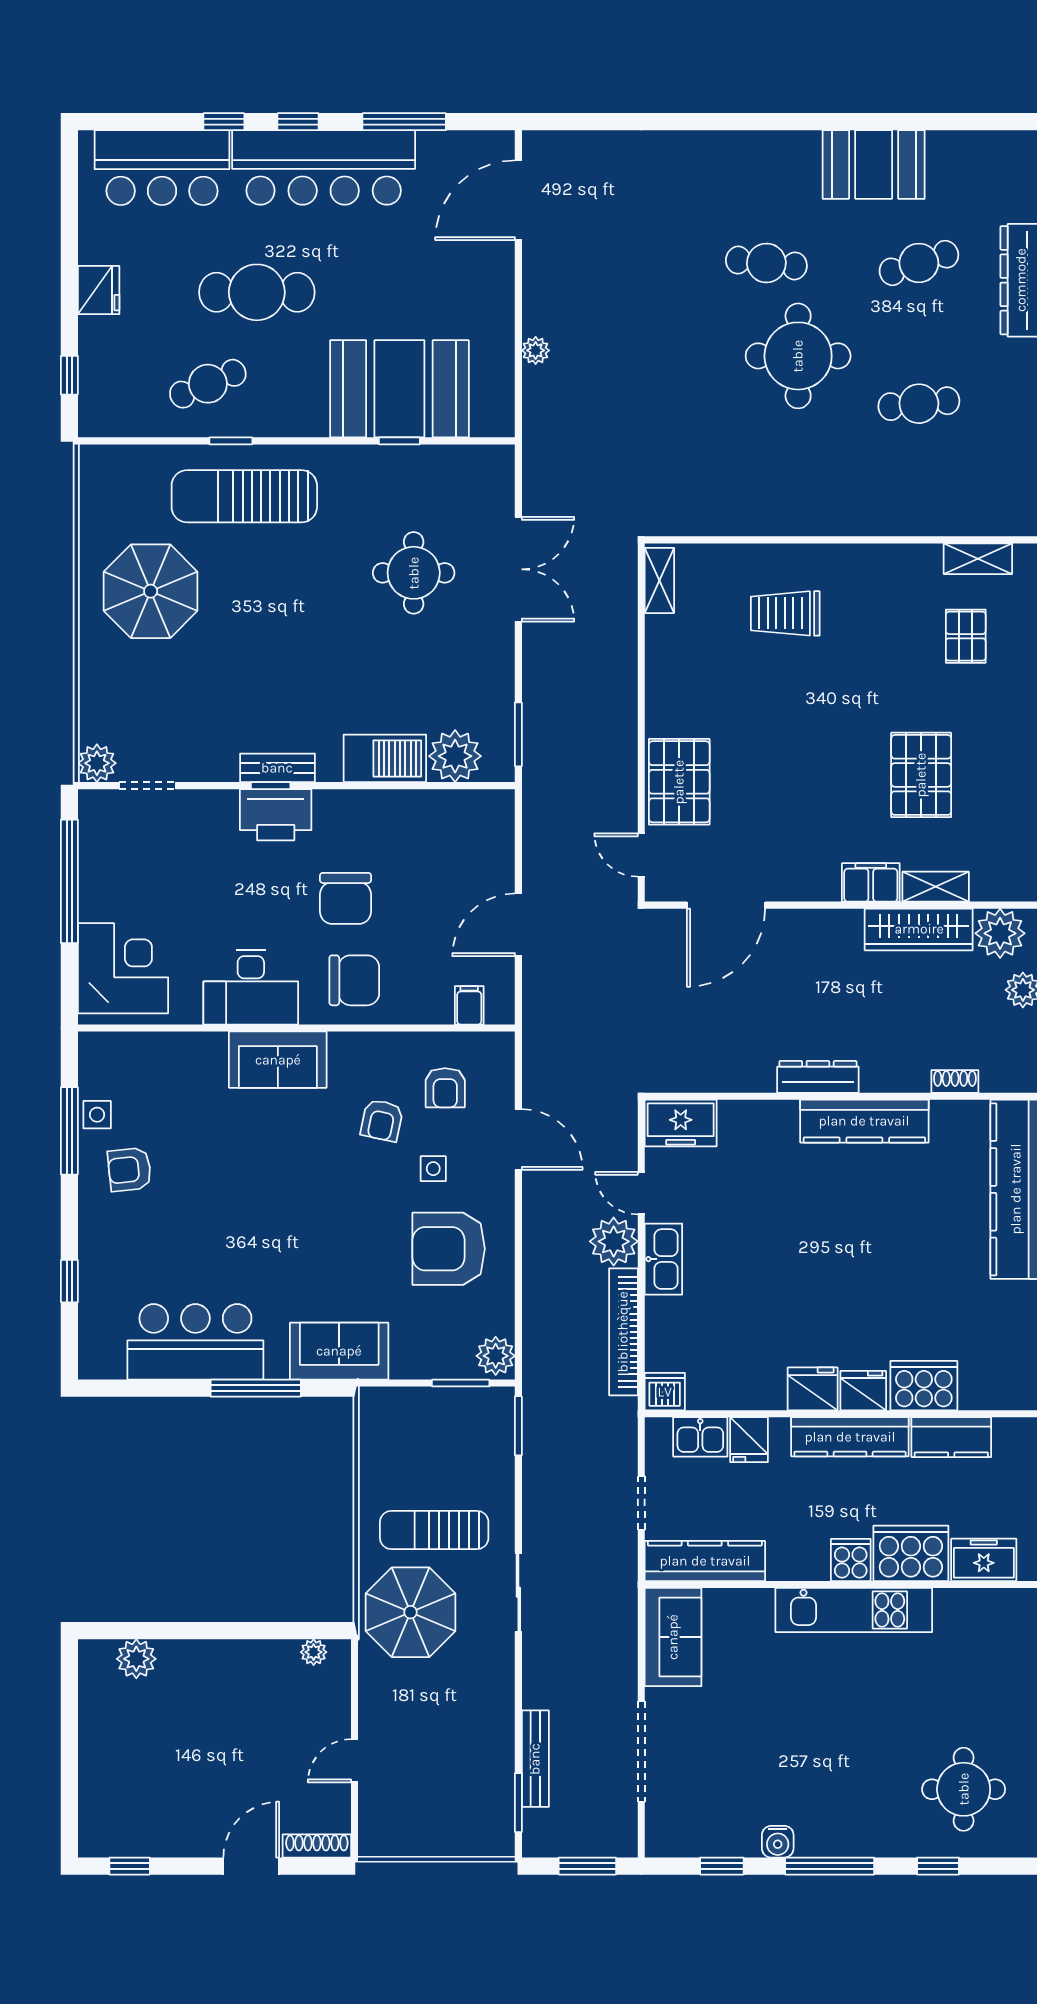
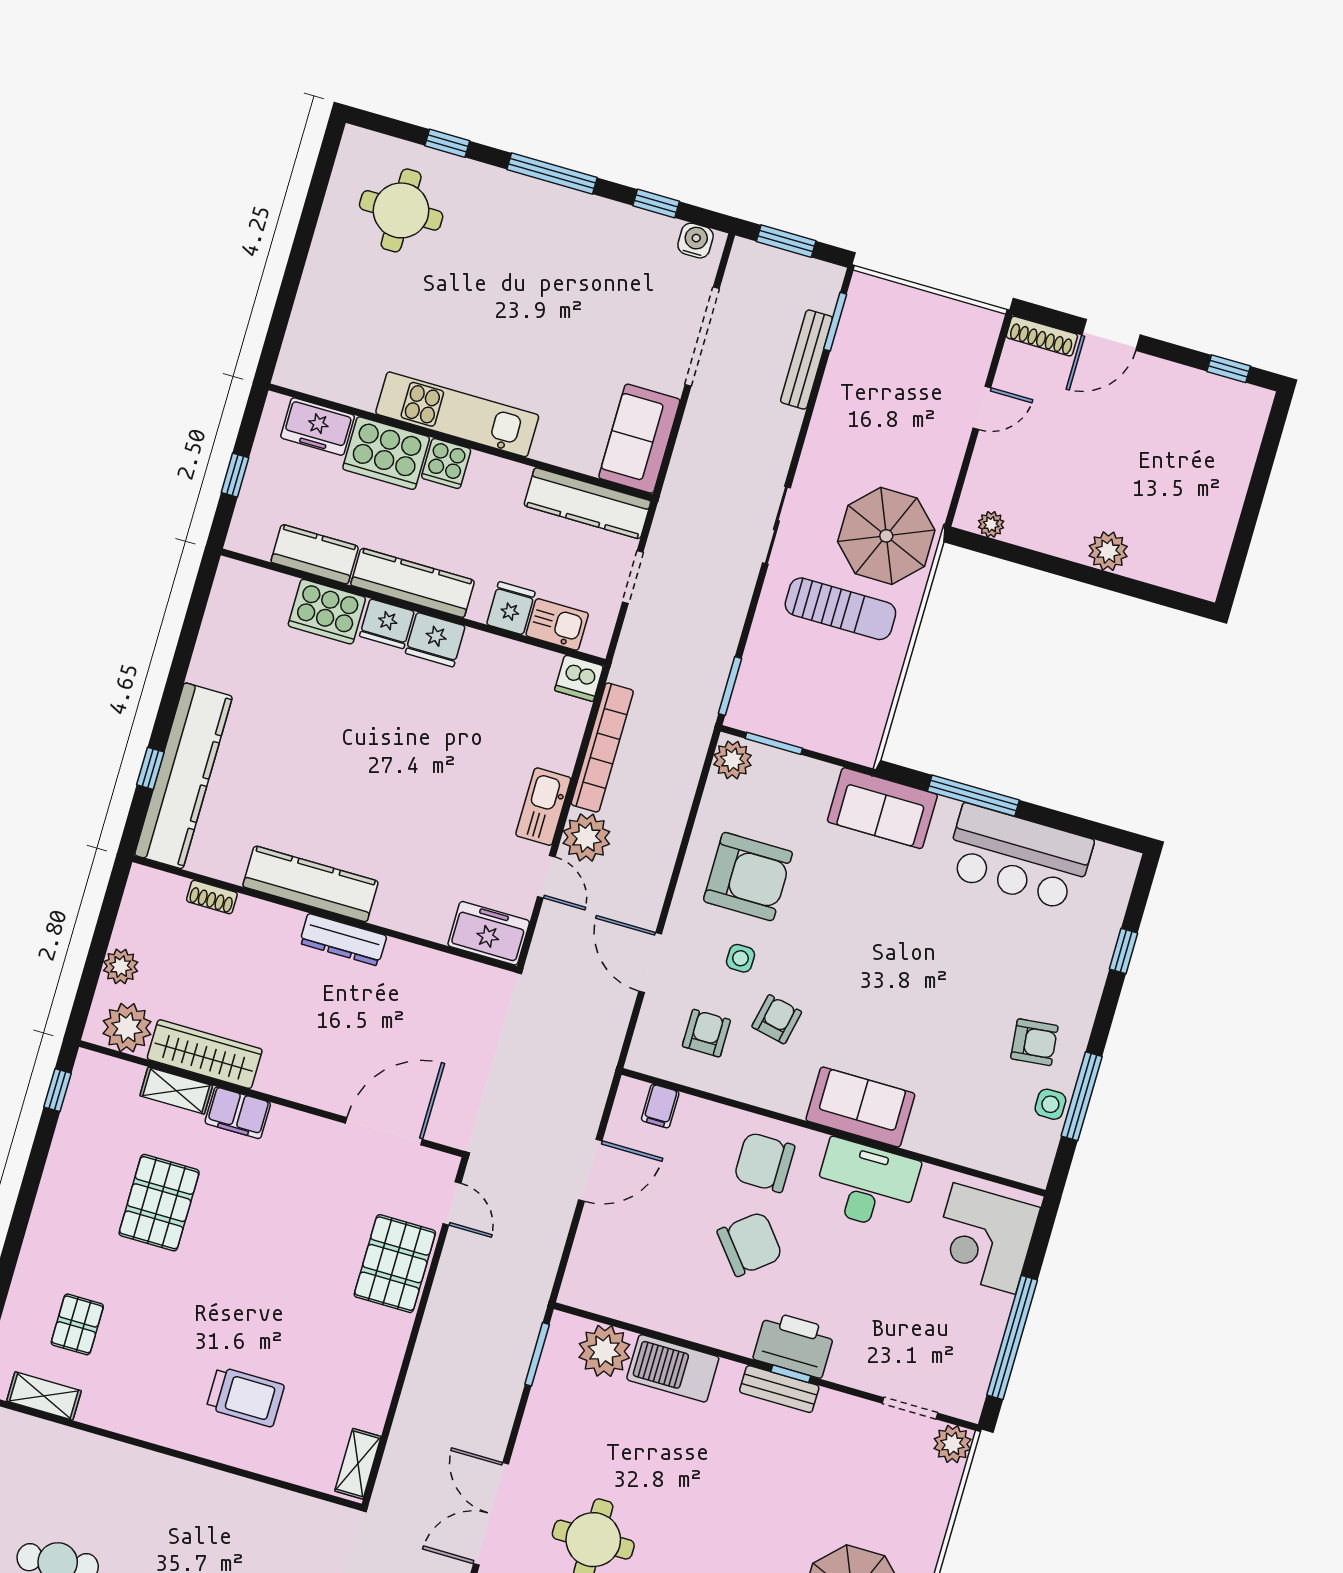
chair: (346, 898) -> (750, 1244), turned 51
plant: (136, 1659) -> (1108, 551), moved
water cooler: (778, 1842) -> (696, 241), moved

